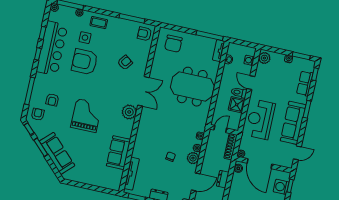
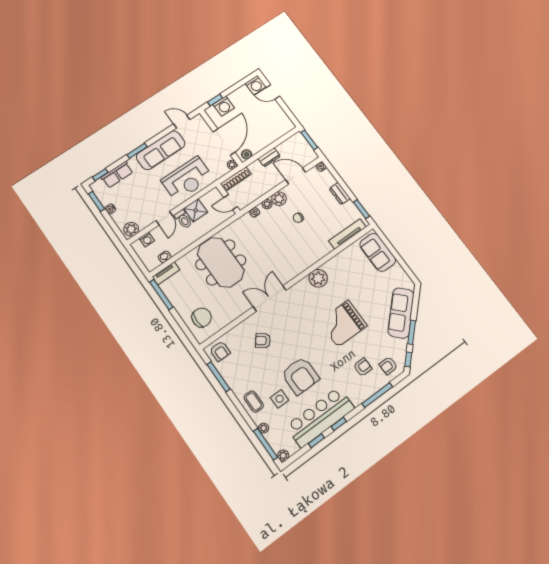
plant: (129, 112) -> (318, 278), moved
sofa: (118, 153) -> (378, 252), moved, turned 90

